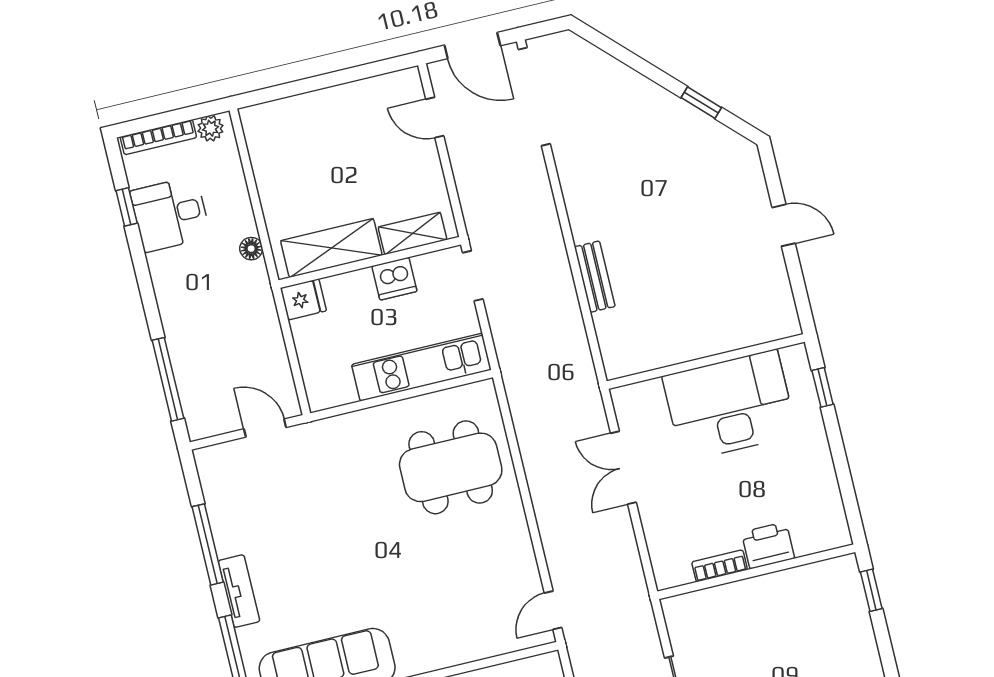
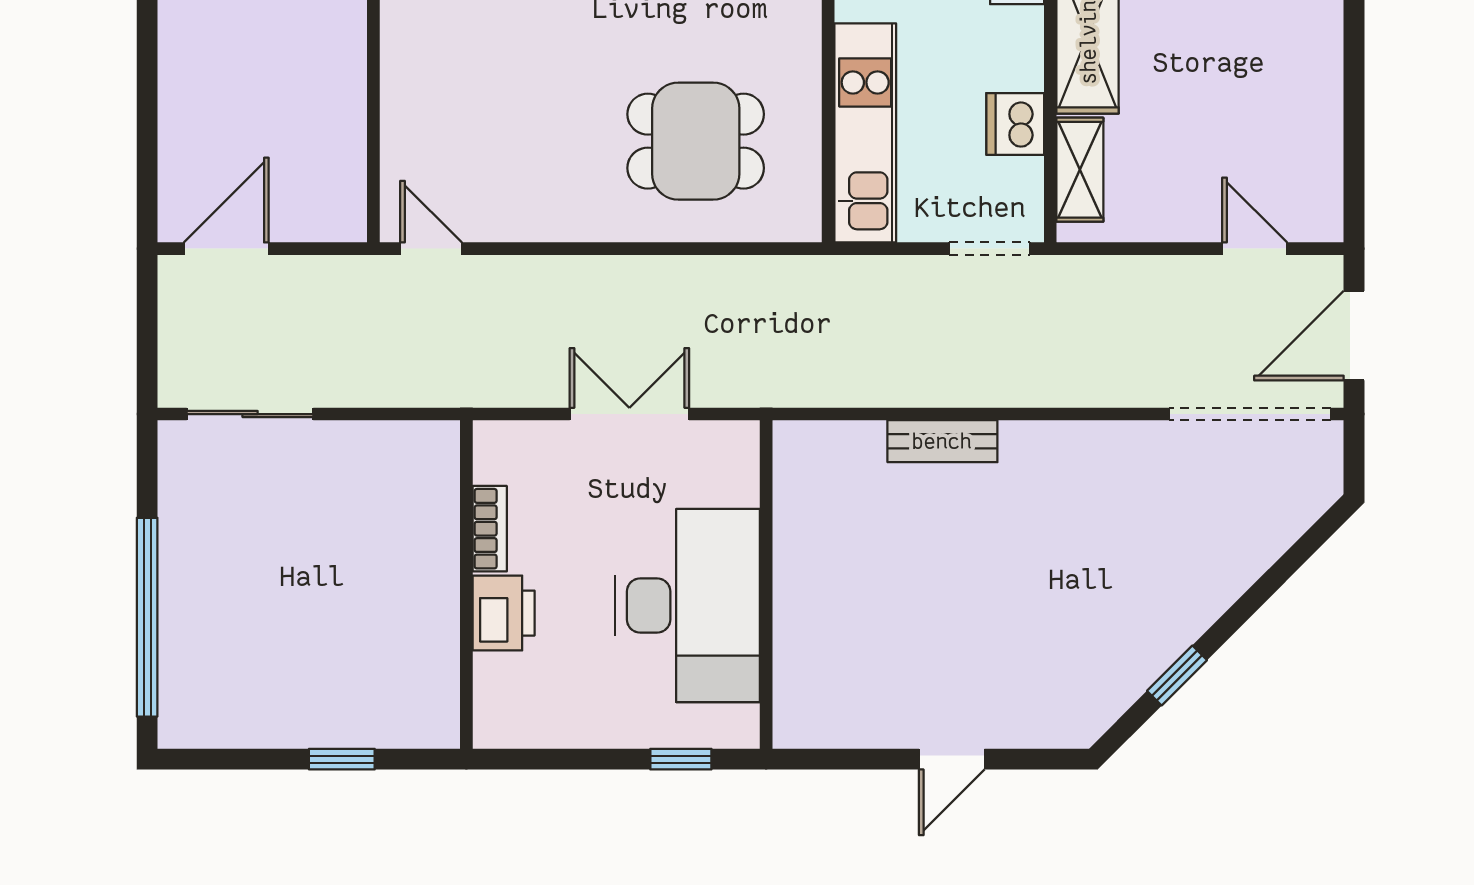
door: (435, 117) -> (1255, 249), hinge flipped
dining table: (451, 467) -> (696, 141), width x0.73
printer: (768, 545) -> (504, 613), moved
bookcase: (720, 566) -> (490, 529), moved
wall: (756, 572) -> (466, 585), moved

